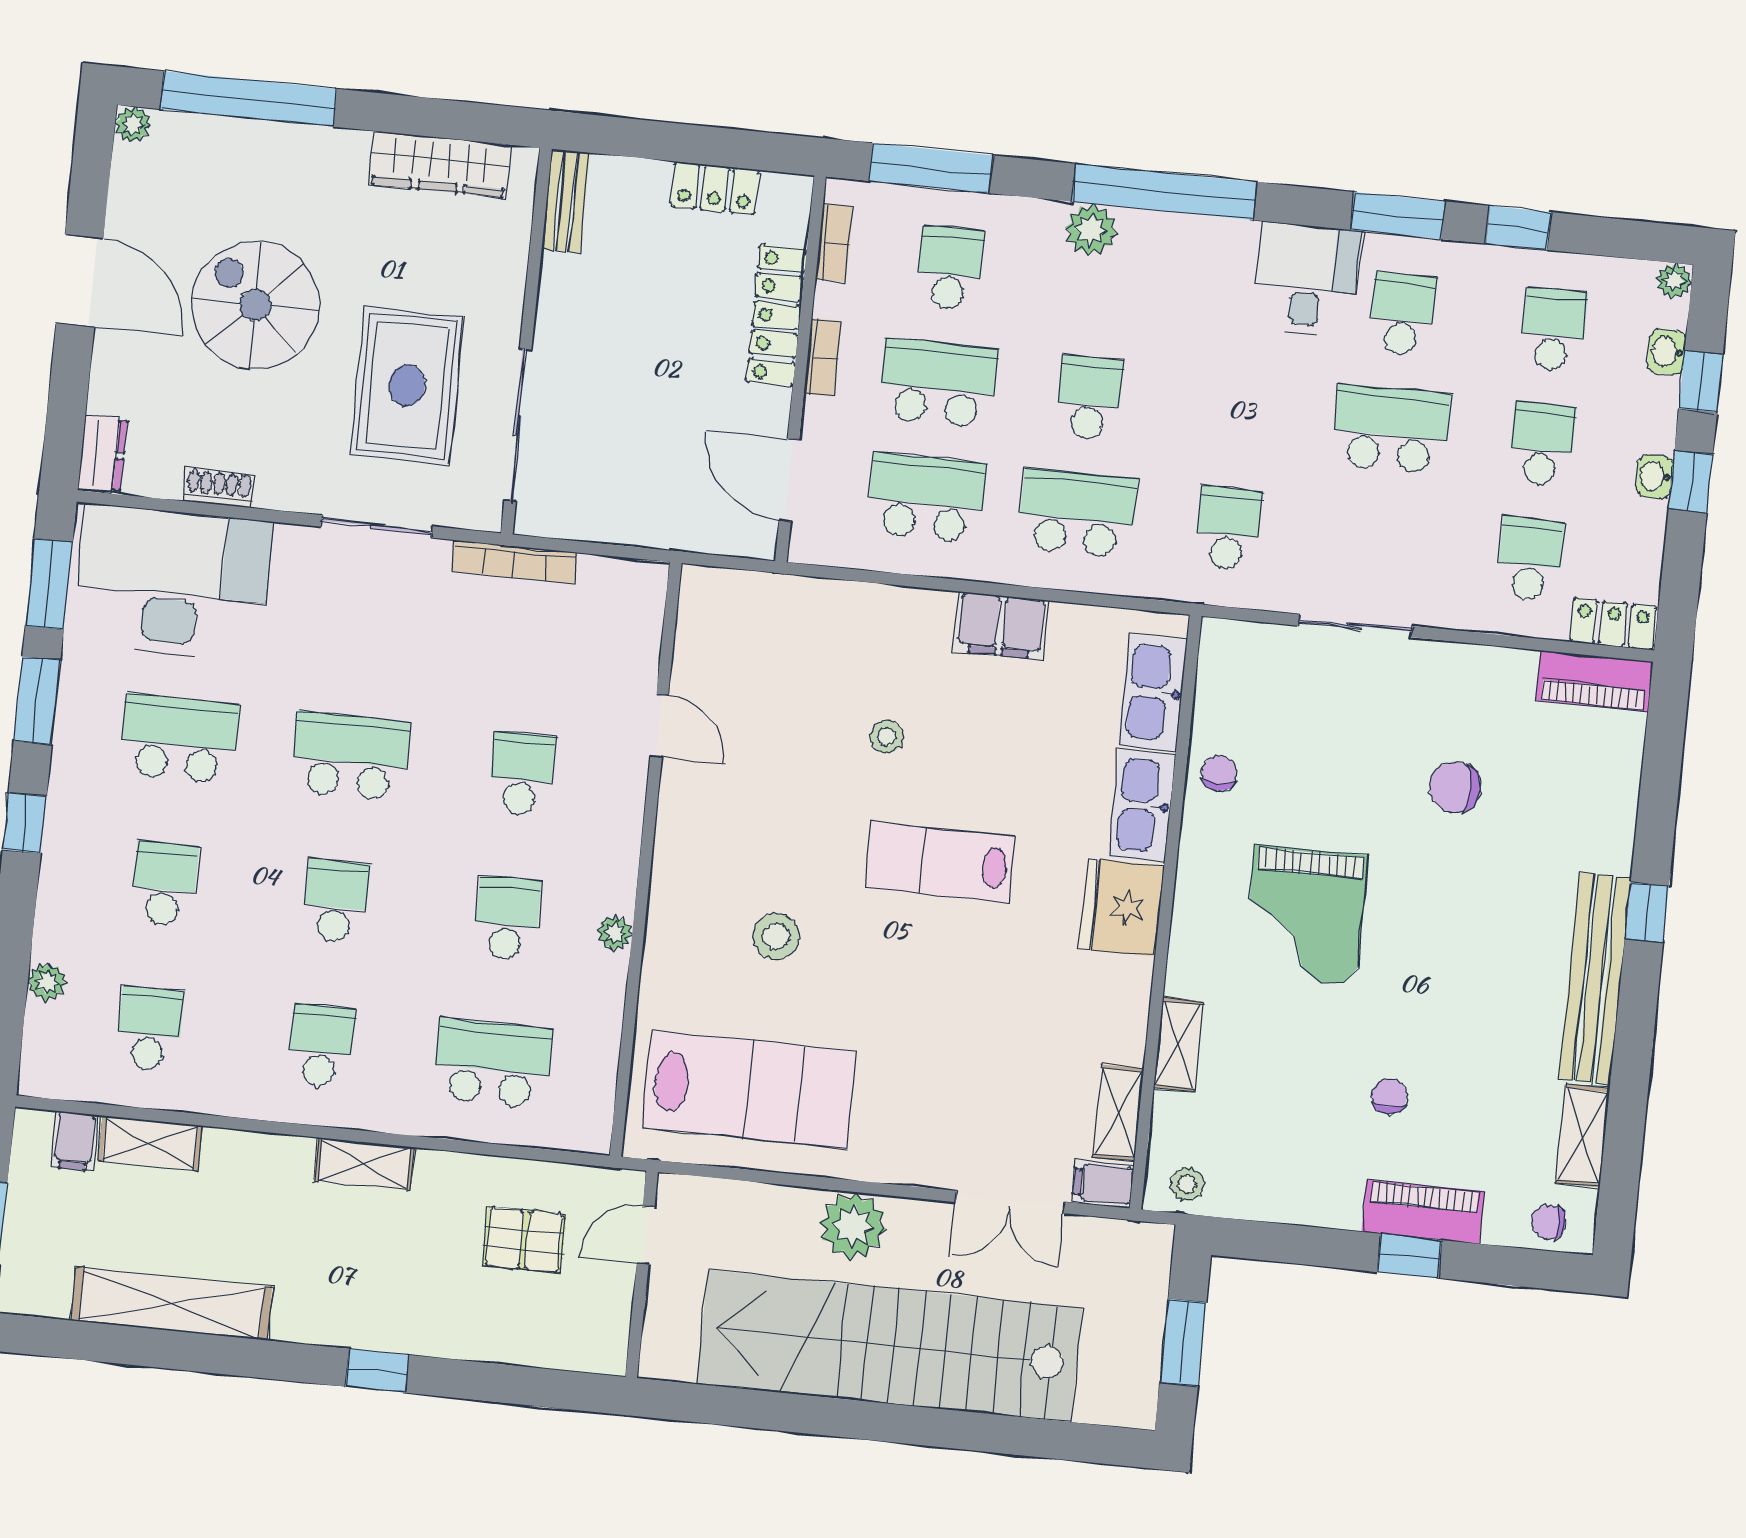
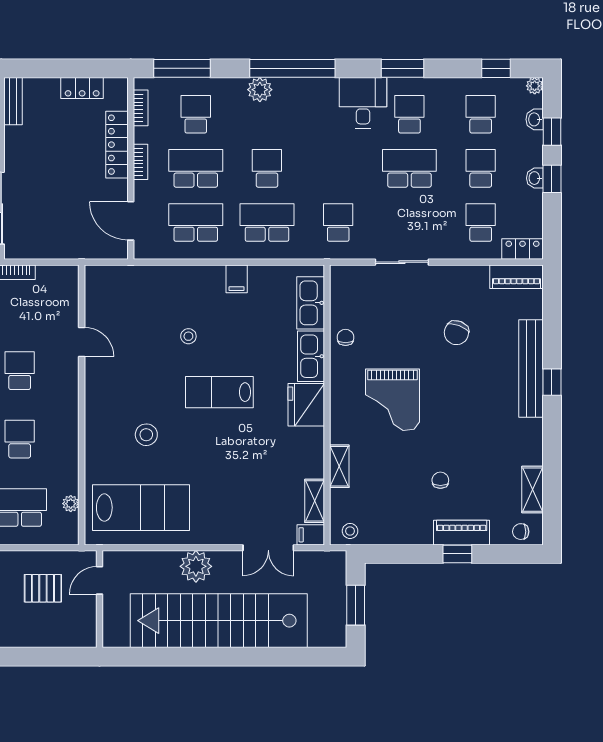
window: (1518, 228) -> (496, 68), moved
filing cabinet: (1001, 626) -> (237, 279), width x0.50
chair: (1455, 787) -> (456, 333), turned -70
plant: (615, 933) -> (71, 504), moved
bench: (1595, 979) -> (531, 369), moved

